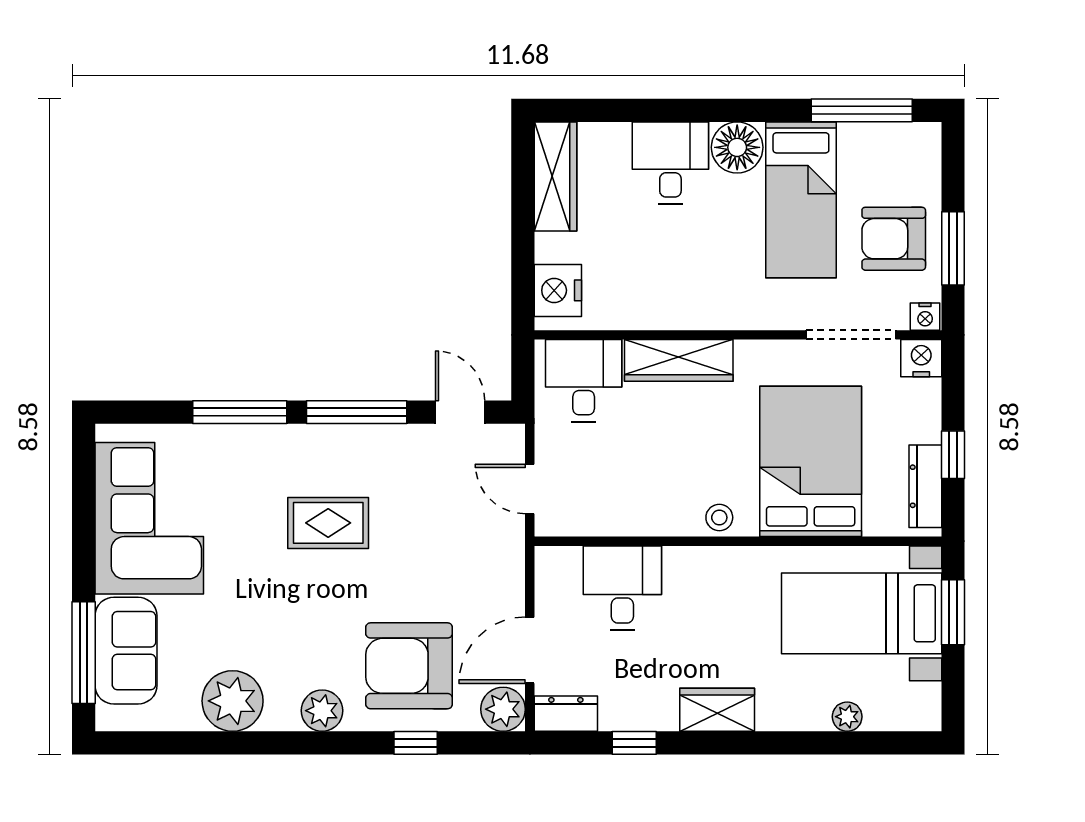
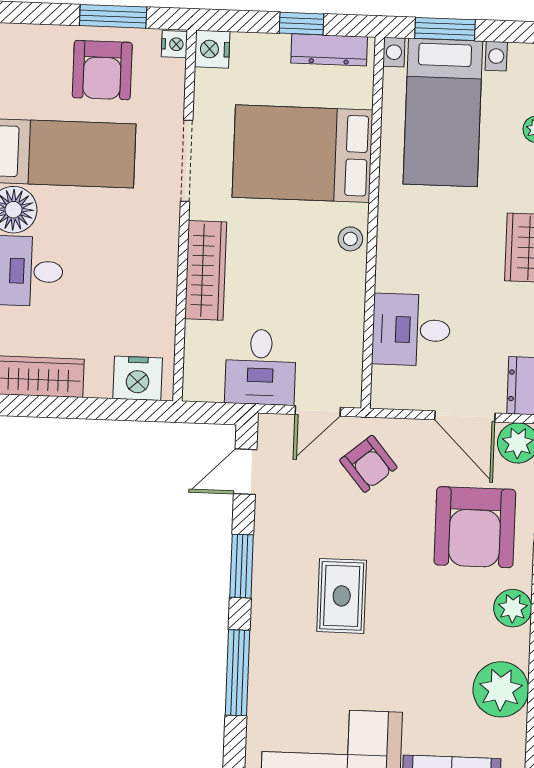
doorway: (851, 335) -> (187, 161), moved
desk: (584, 381) -> (261, 367), moved, turned -90
window: (357, 412) -> (242, 566), width x0.69
armchair: (474, 547) -> (368, 464), added

